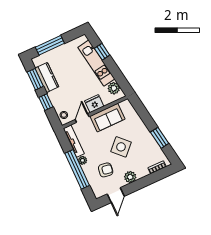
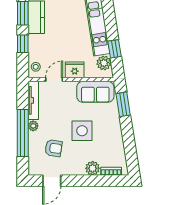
window: (102, 52) -> (114, 49), moved
sofa: (107, 118) -> (95, 92), moved
window: (160, 138) -> (123, 104), moved
side table: (121, 147) -> (82, 131), turned 45
plant: (130, 177) -> (93, 168), moved

